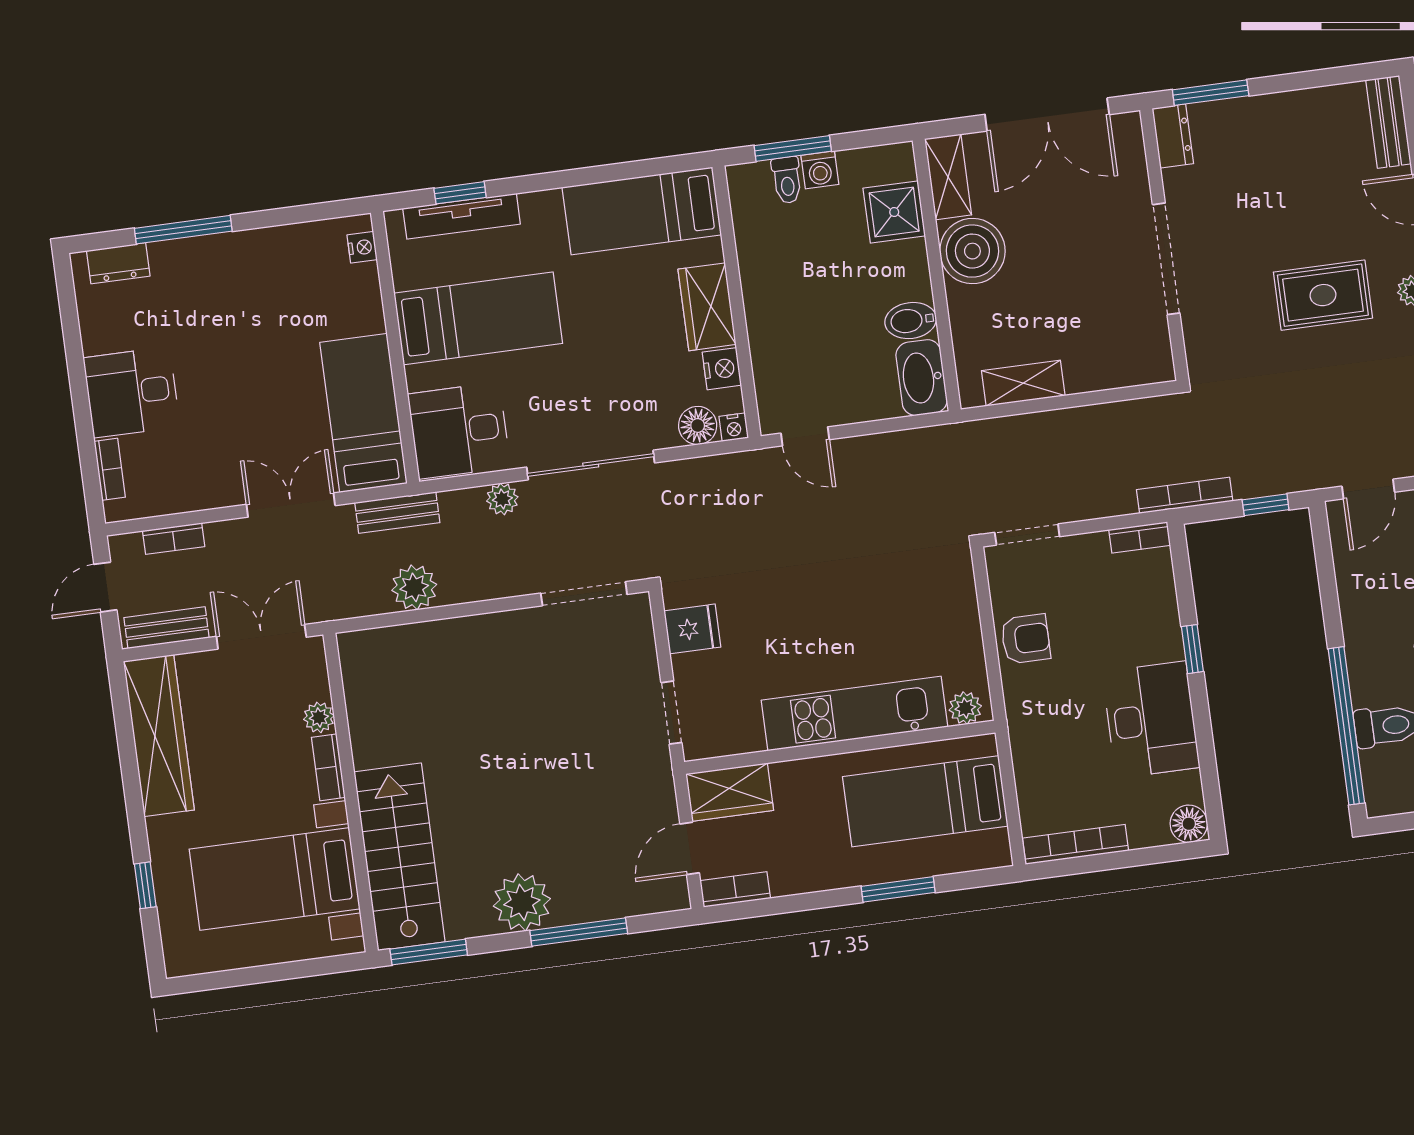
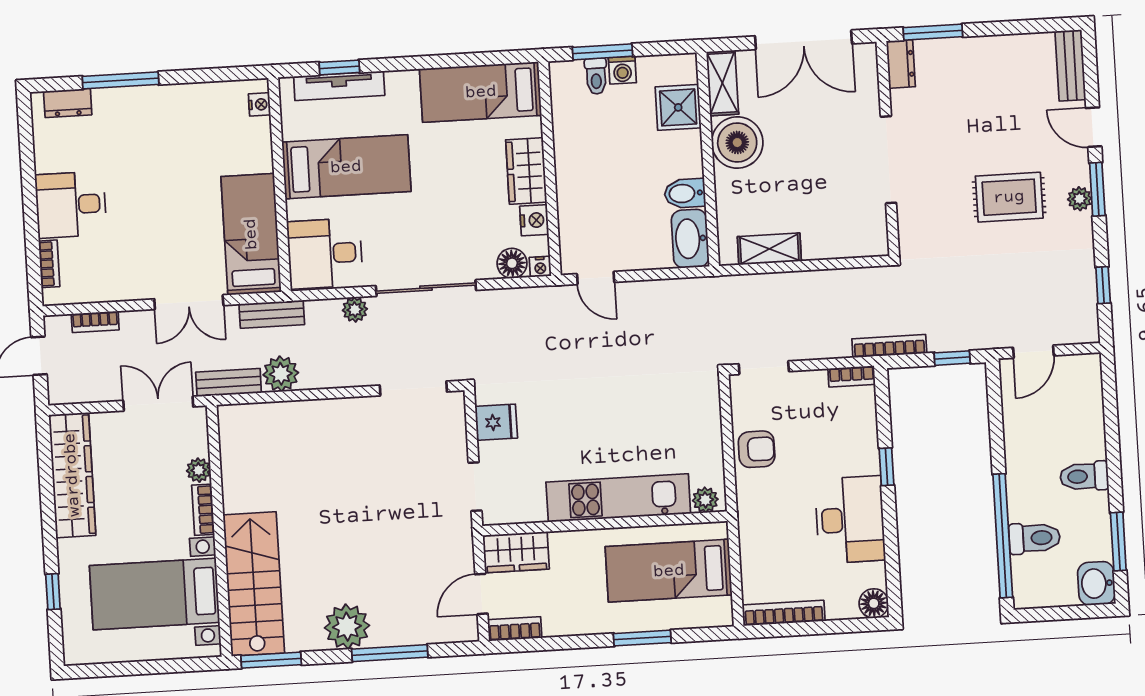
double door: (291, 505) -> (189, 302), swing flipped
bench: (167, 628) -> (229, 382), moved

